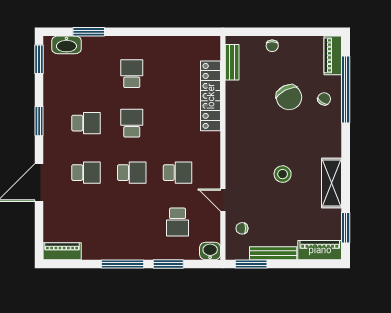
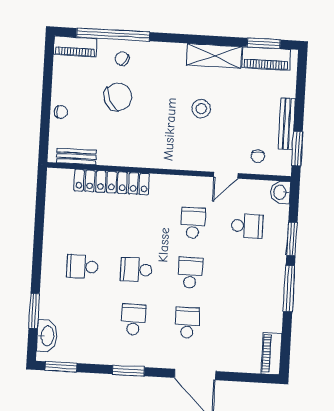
piano: (320, 250) -> (266, 59), moved, turned -90

